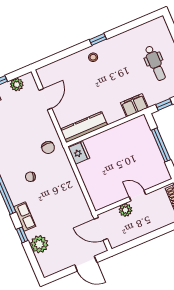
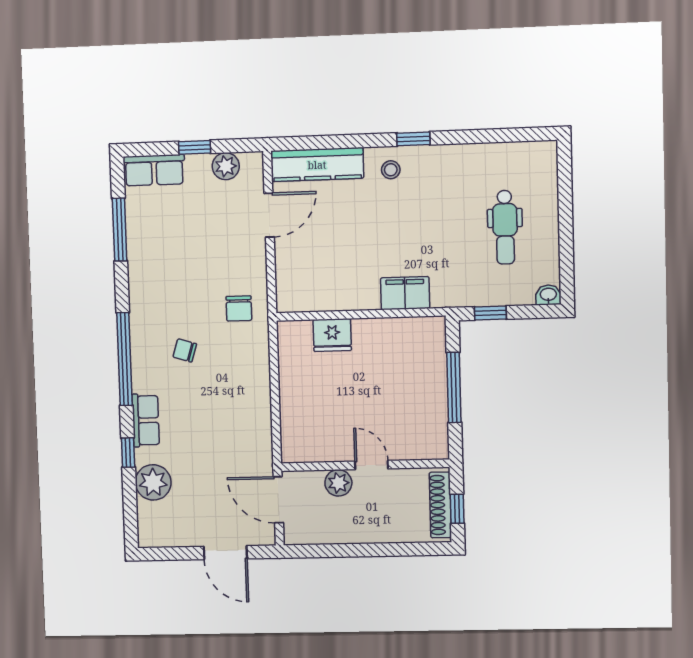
filing cabinet: (134, 105) -> (405, 293), moved
kitchen counter: (84, 127) -> (317, 165), moved, turned 180
fridge: (79, 153) -> (332, 335), moved, turned 90

